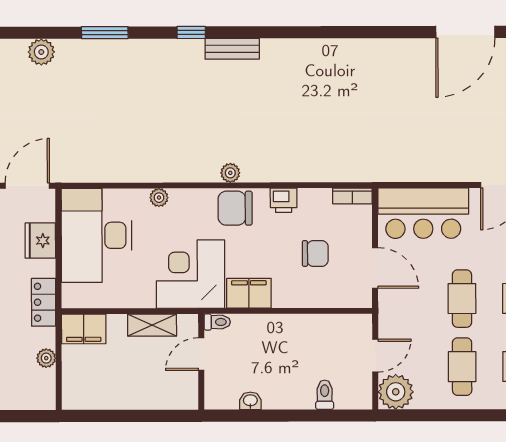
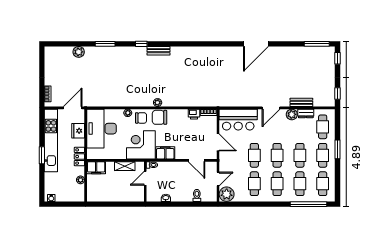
printer: (284, 200) -> (194, 114), moved
chair: (315, 253) -> (141, 118), moved
door: (324, 311) -> (197, 160), added

